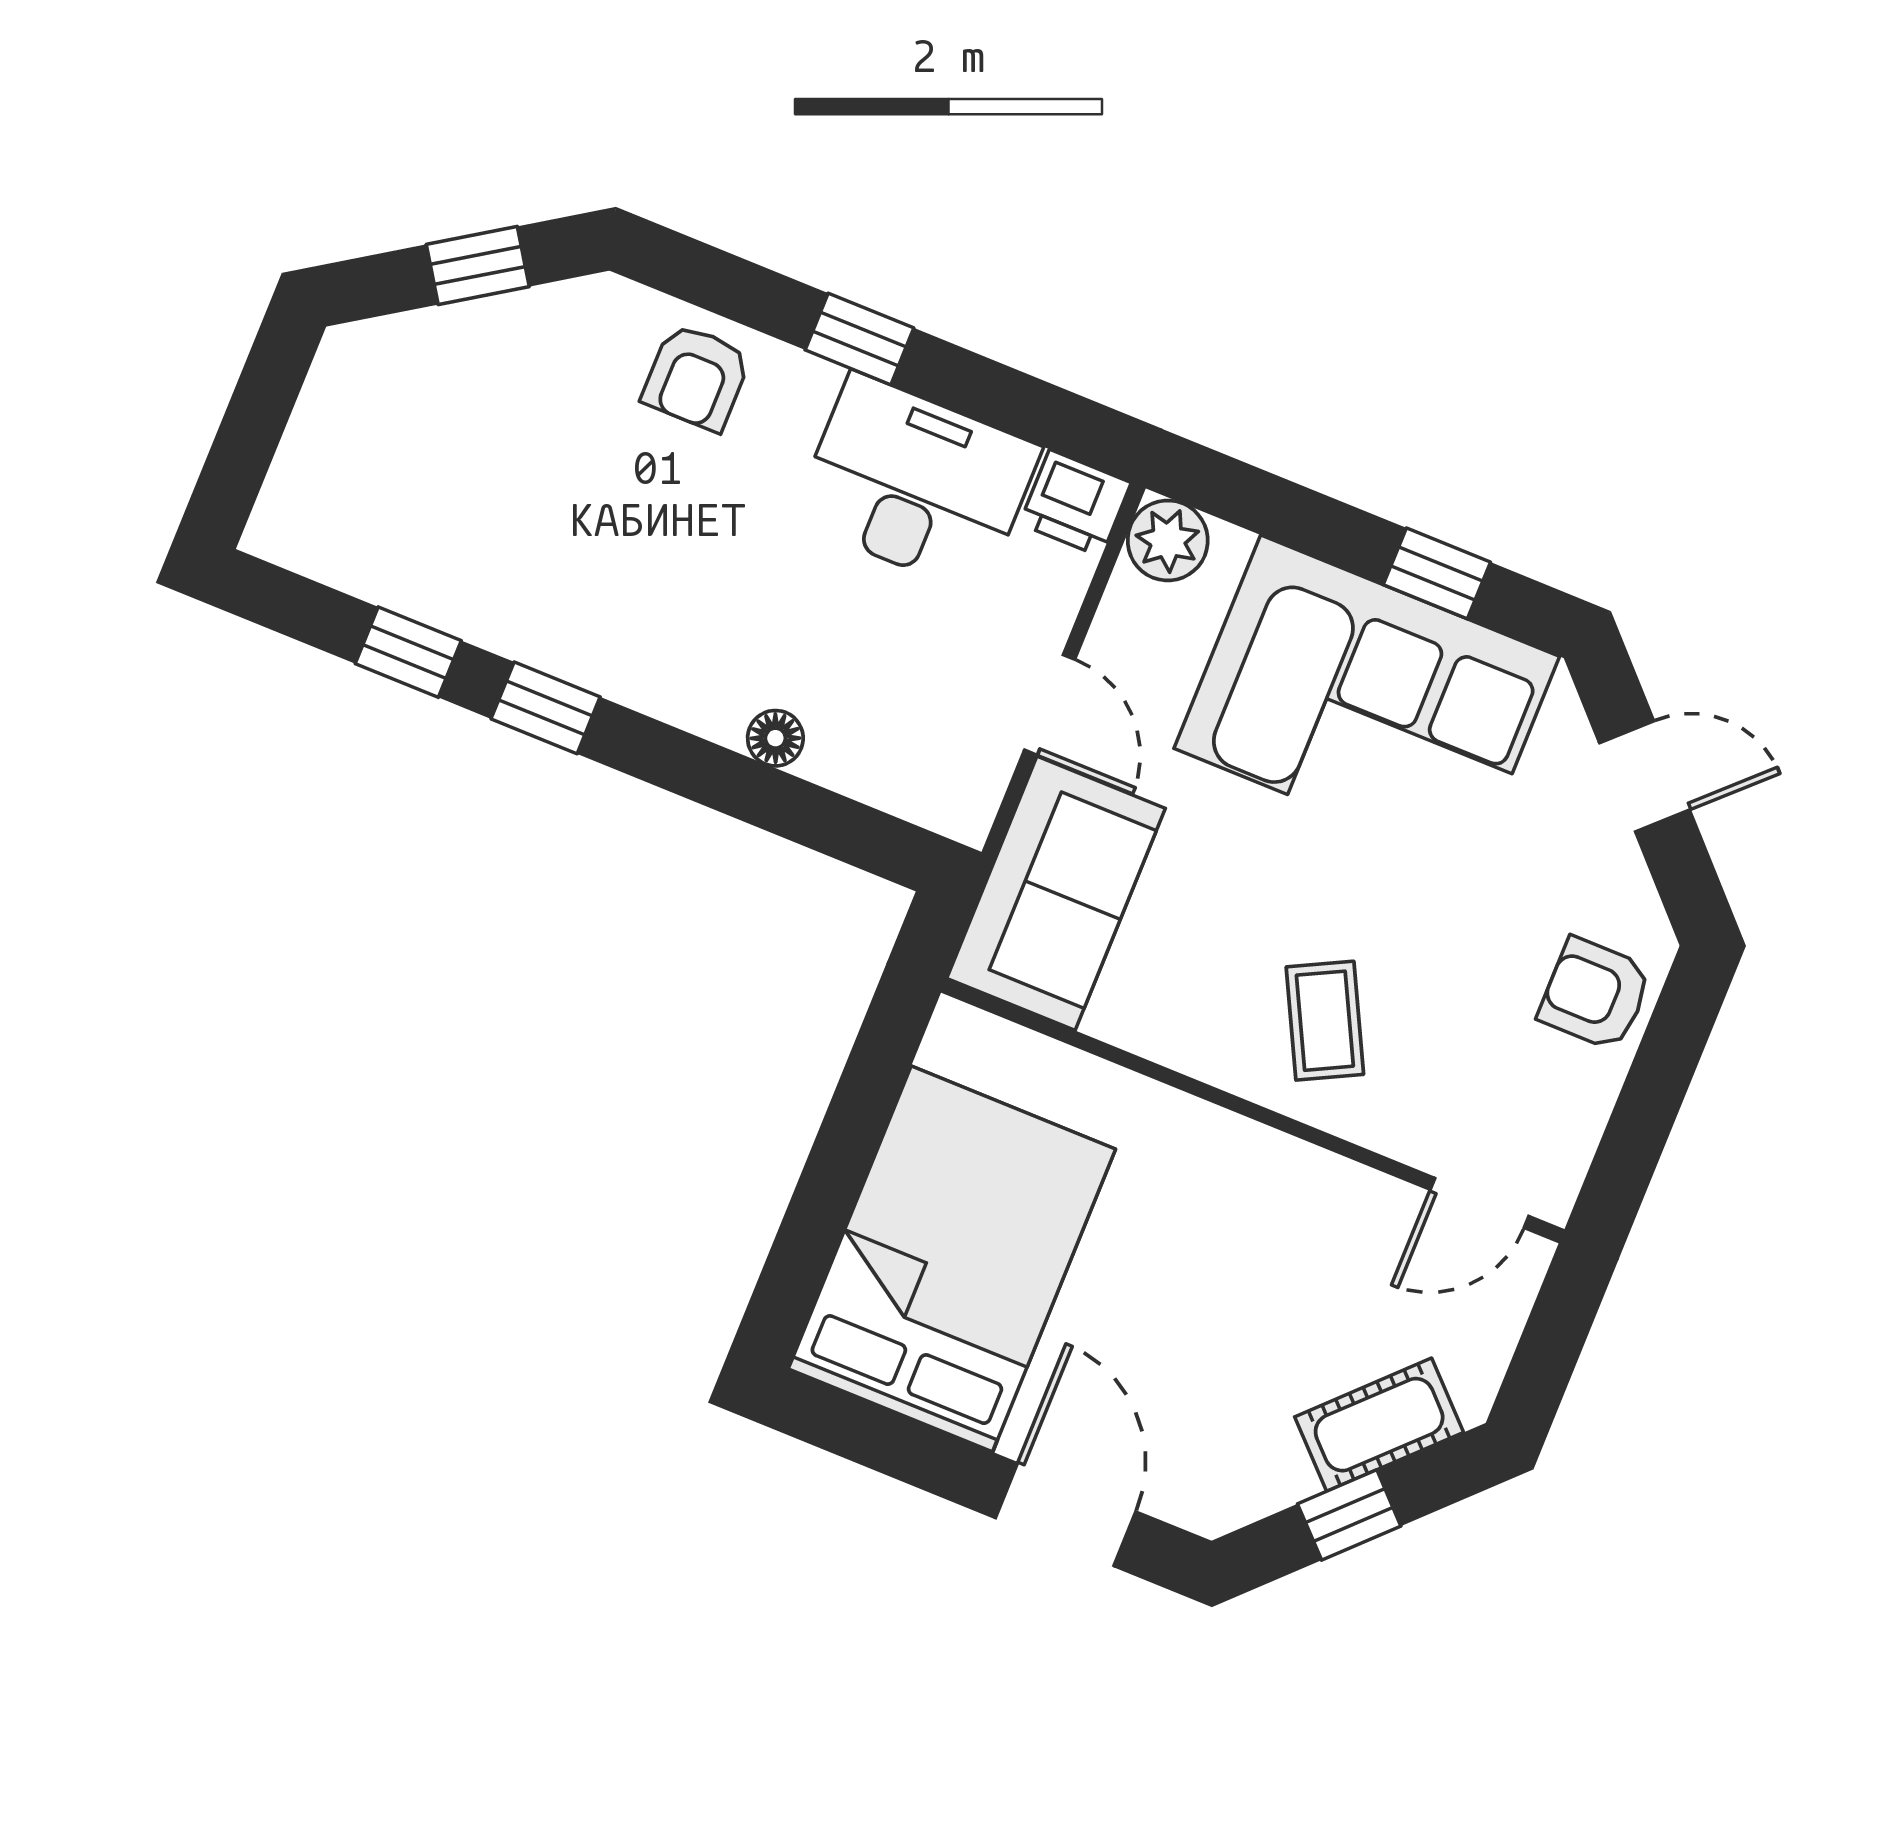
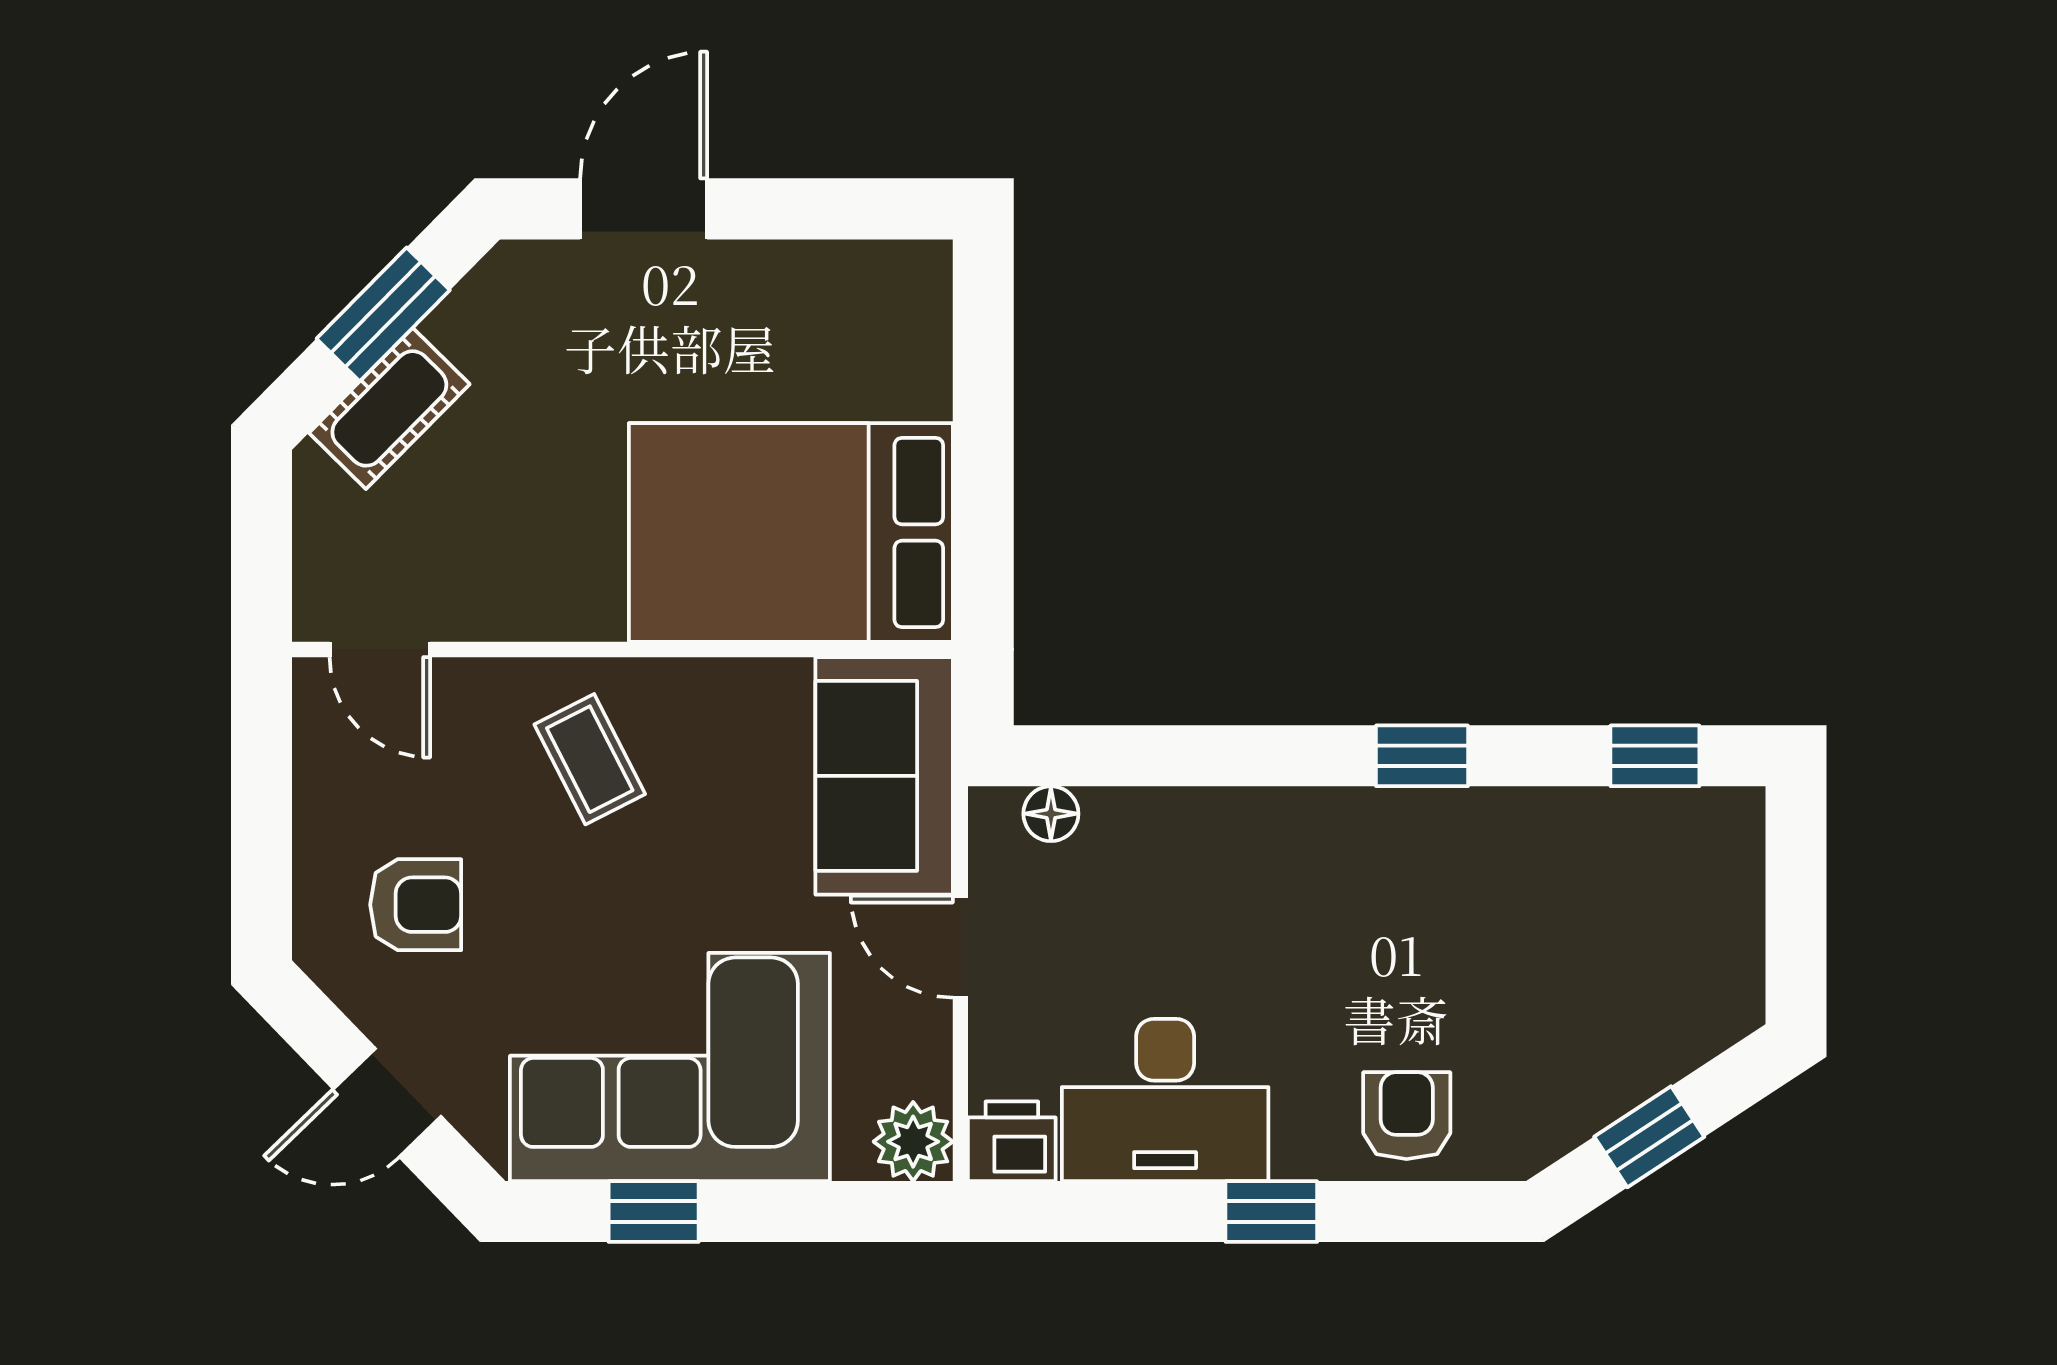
window: (408, 652) -> (1655, 756), moved
floor lamp: (775, 738) -> (1051, 814), moved
armchair: (1595, 994) -> (416, 905), moved
door: (1480, 1203) -> (380, 649), swing flipped
bed: (952, 1259) -> (791, 533), moved, turned 90
door: (1066, 1515) -> (644, 209), swing flipped
window: (1349, 1515) -> (383, 314), width x1.50

